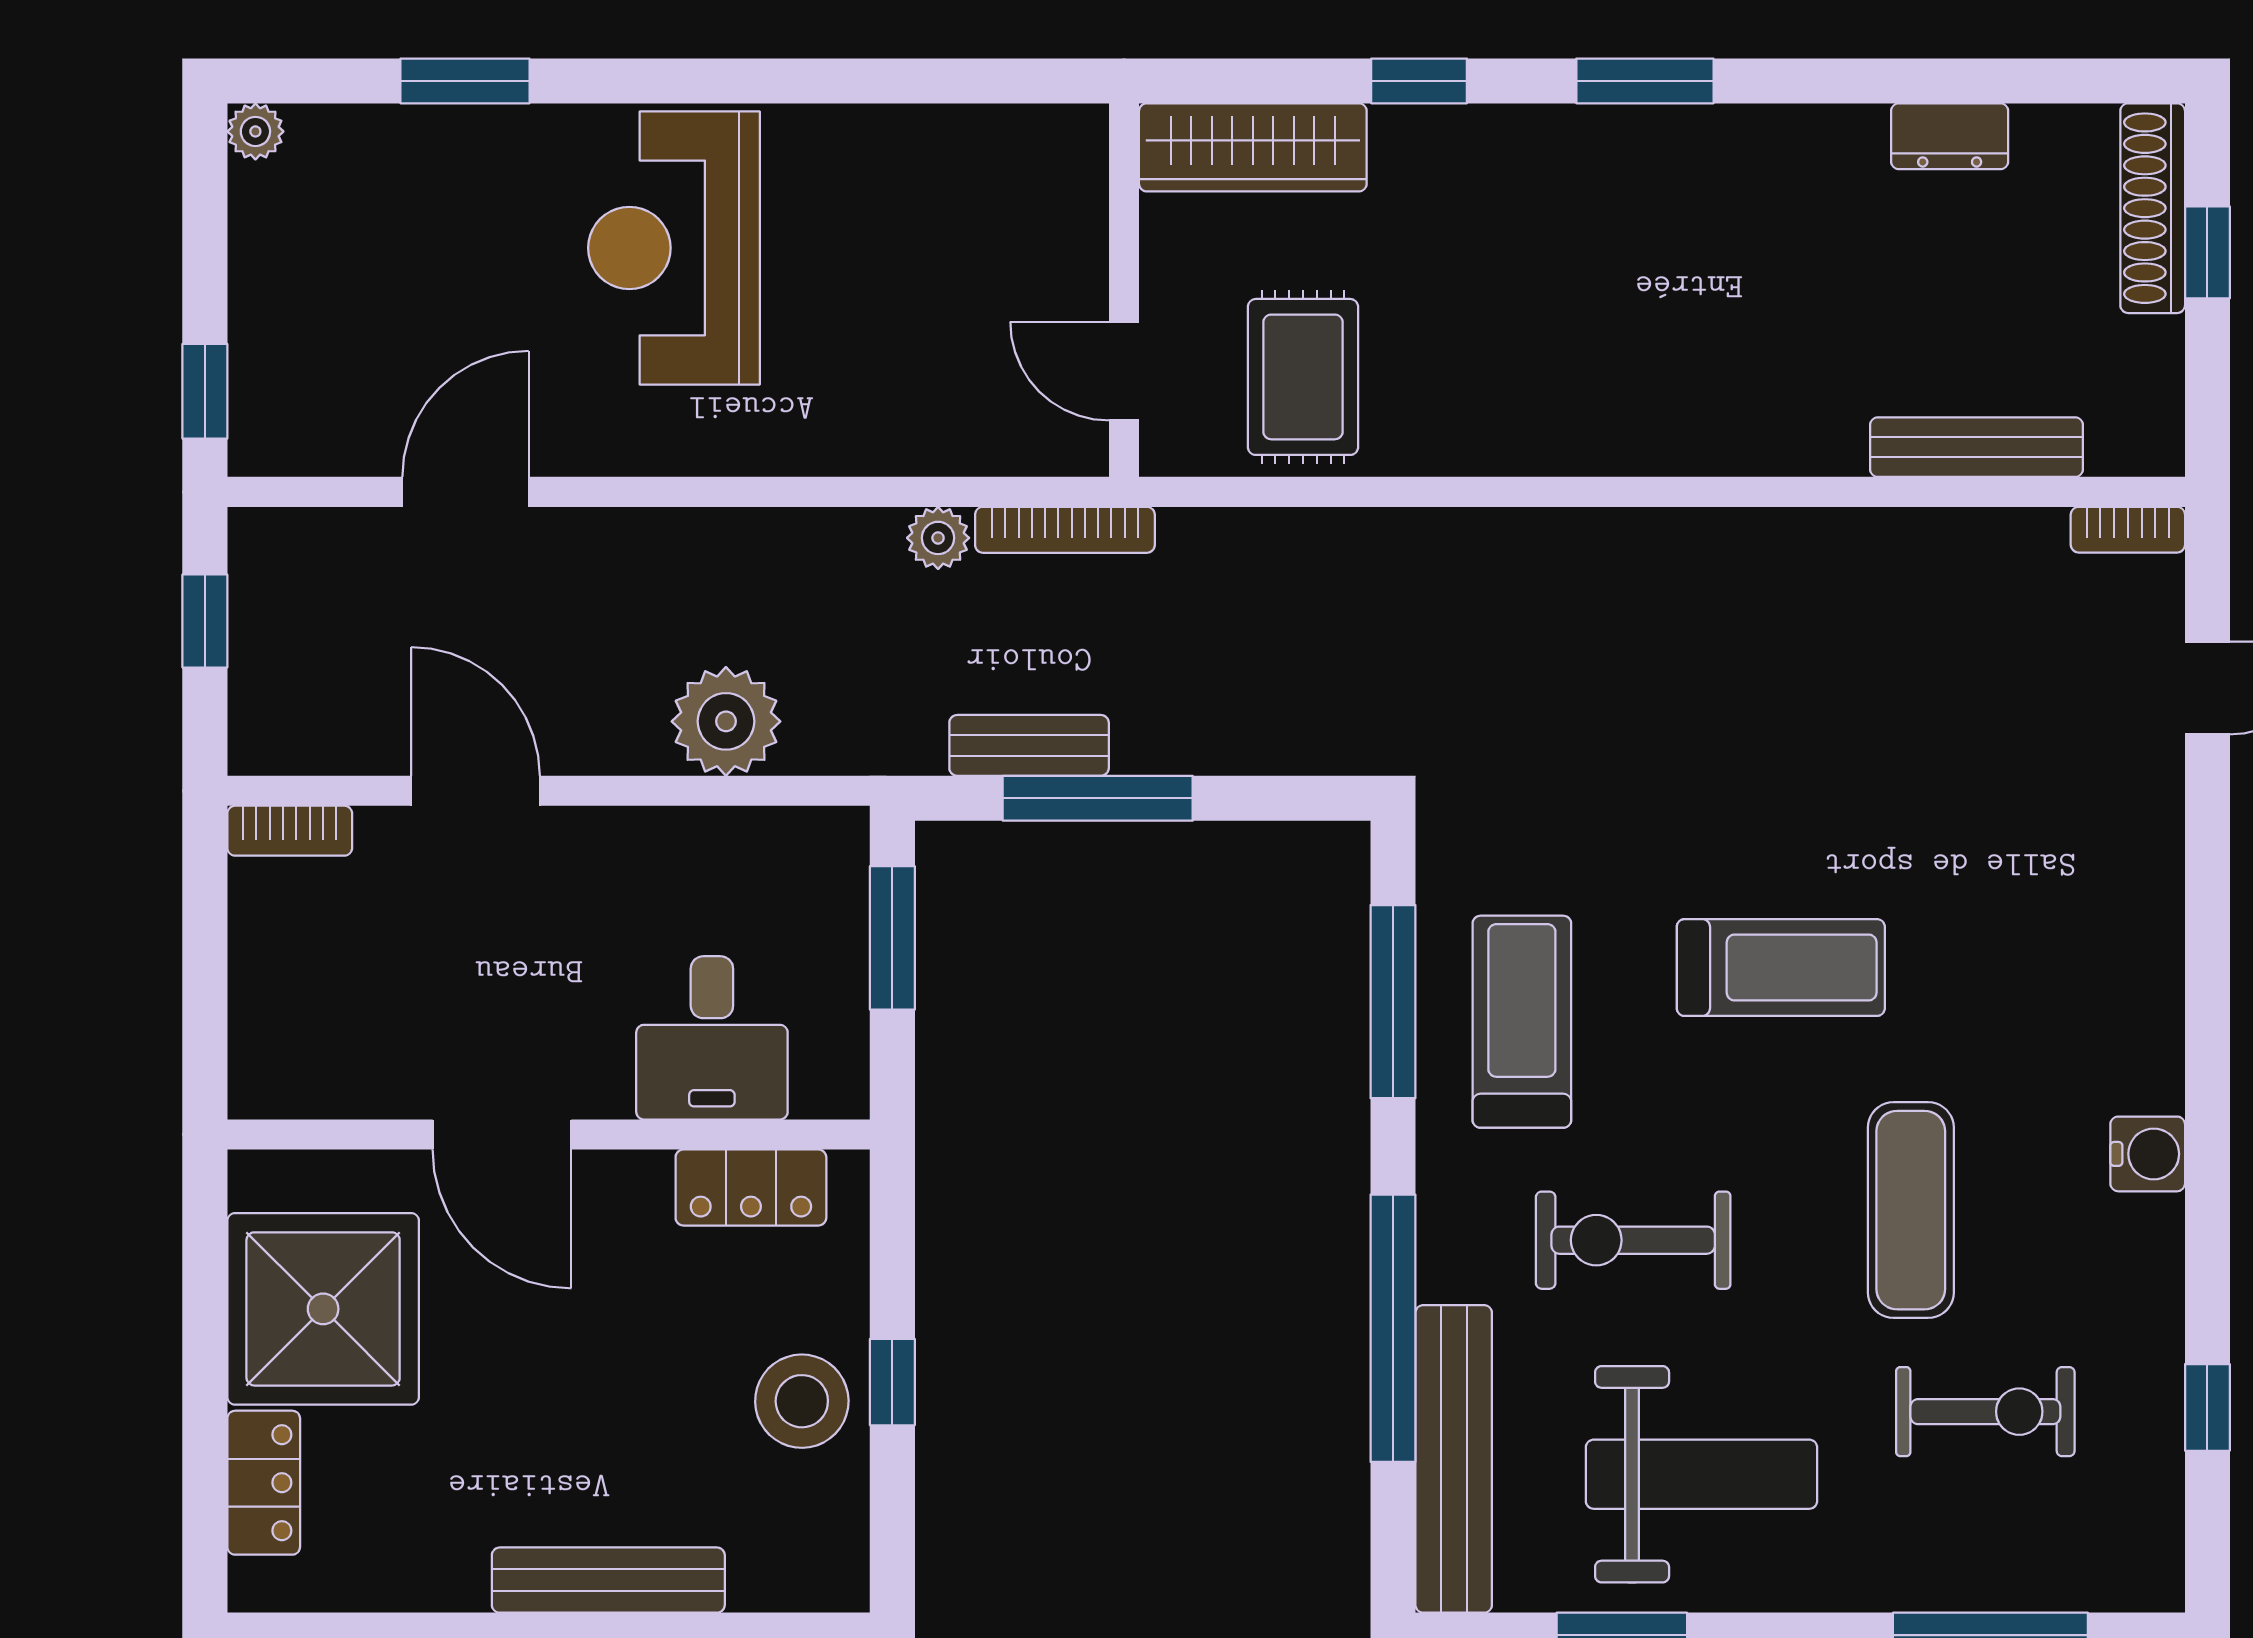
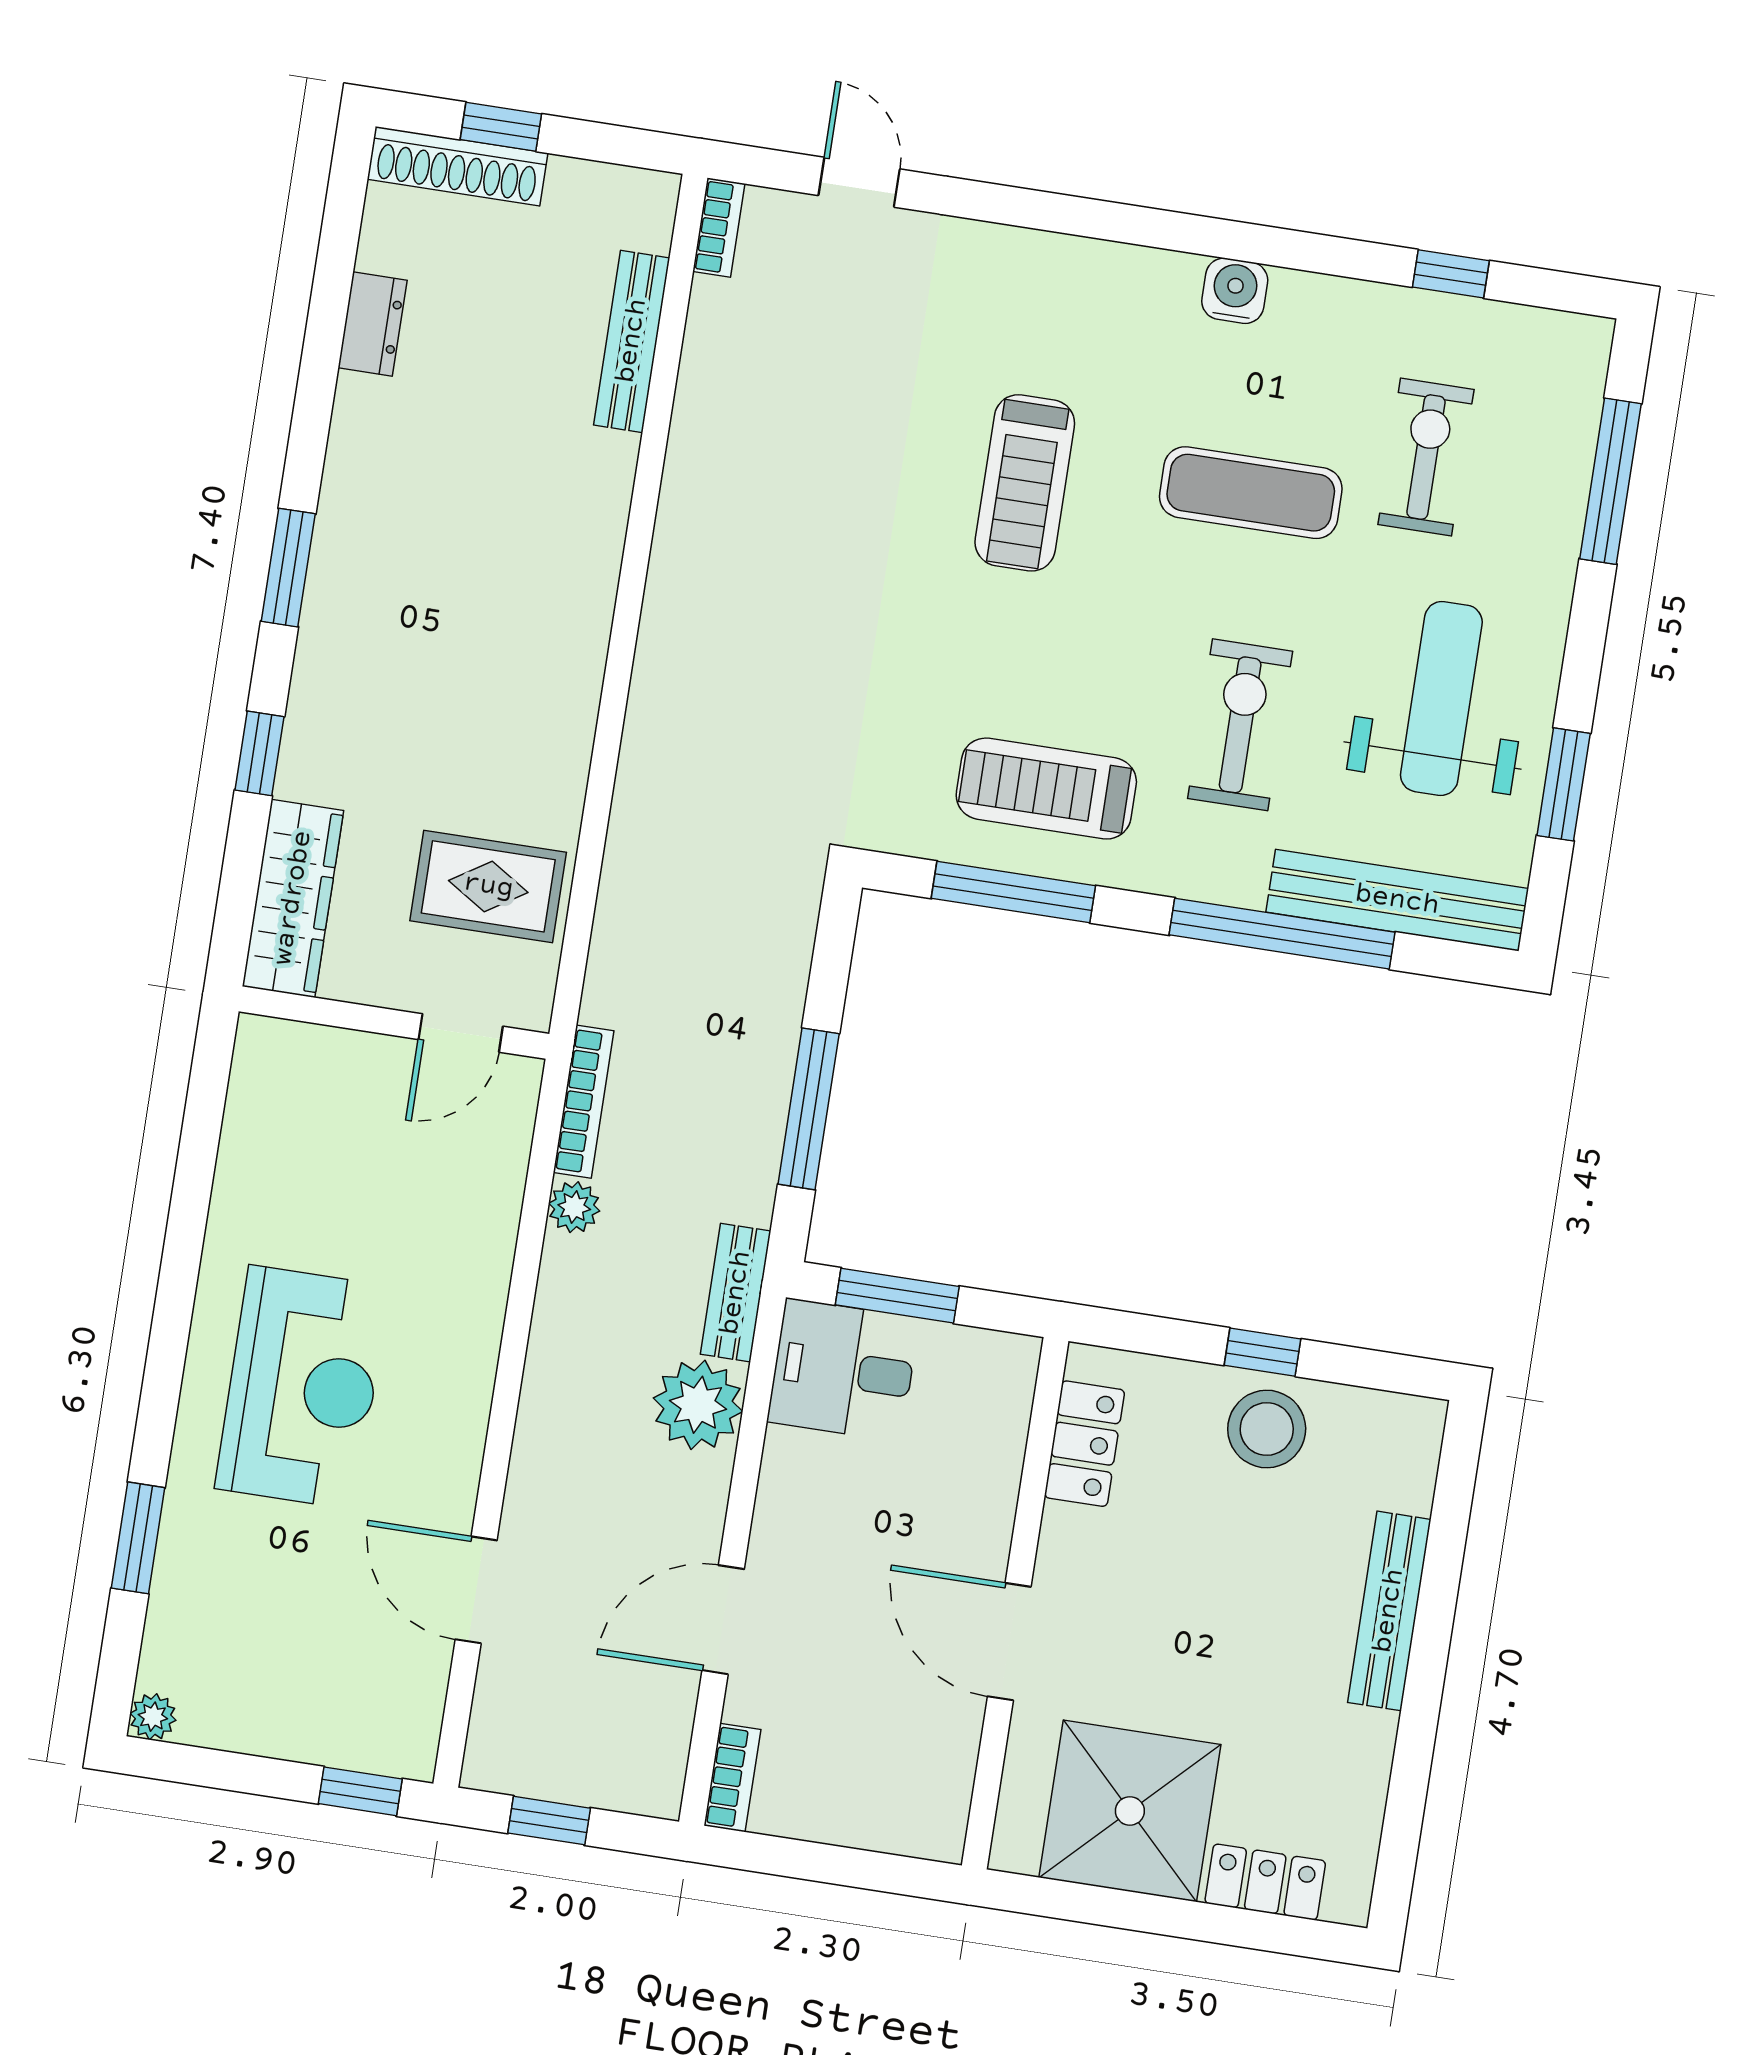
reception desk: (674, 248) -> (302, 1387), turned -90
bench: (1029, 745) -> (736, 1293), moved
treadmill: (1781, 968) -> (1025, 483), moved, turned 180
desk: (712, 1038) -> (843, 1370), moved, turned 180
door: (502, 1134) -> (1009, 1642), swing flipped
exercise bike: (1633, 1240) -> (1240, 725), turned 180

